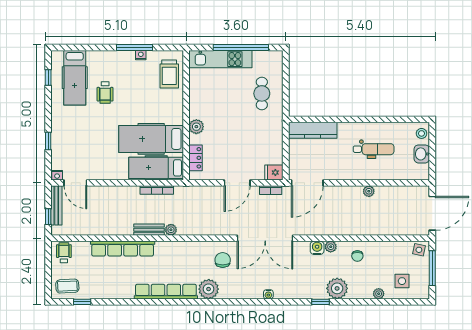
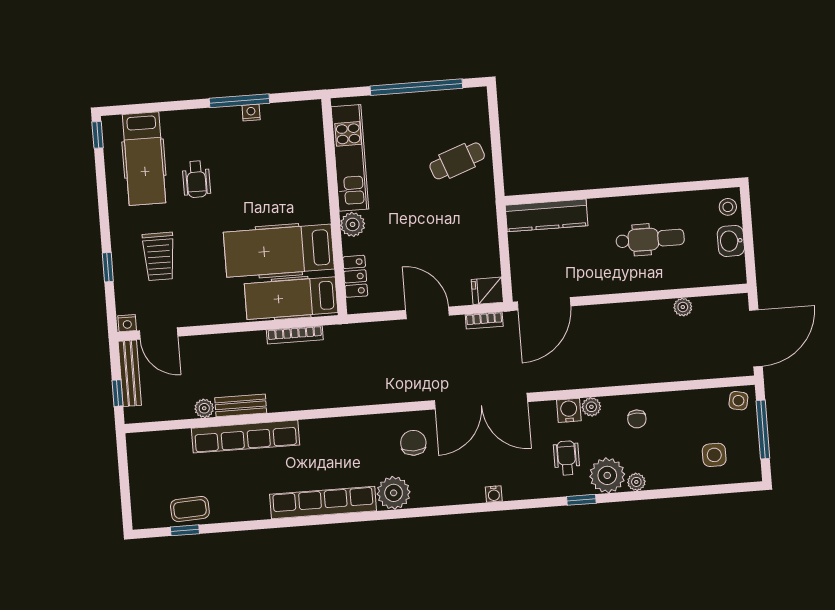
kitchen unit: (220, 59) -> (350, 158), moved, turned -90
trolley: (169, 74) -> (159, 256), moved
window: (48, 78) -> (98, 135), moved
cafe table: (262, 93) -> (457, 161), turned 70
door: (237, 183) -> (428, 313), swing flipped
plant: (369, 191) -> (683, 307), moved
bench: (149, 230) -> (241, 405), moved
plant: (171, 230) -> (204, 408), moved
wheelchair: (64, 253) -> (567, 458), moved
coffee table: (67, 286) -> (190, 509), moved
plant: (379, 294) -> (636, 482), moved

